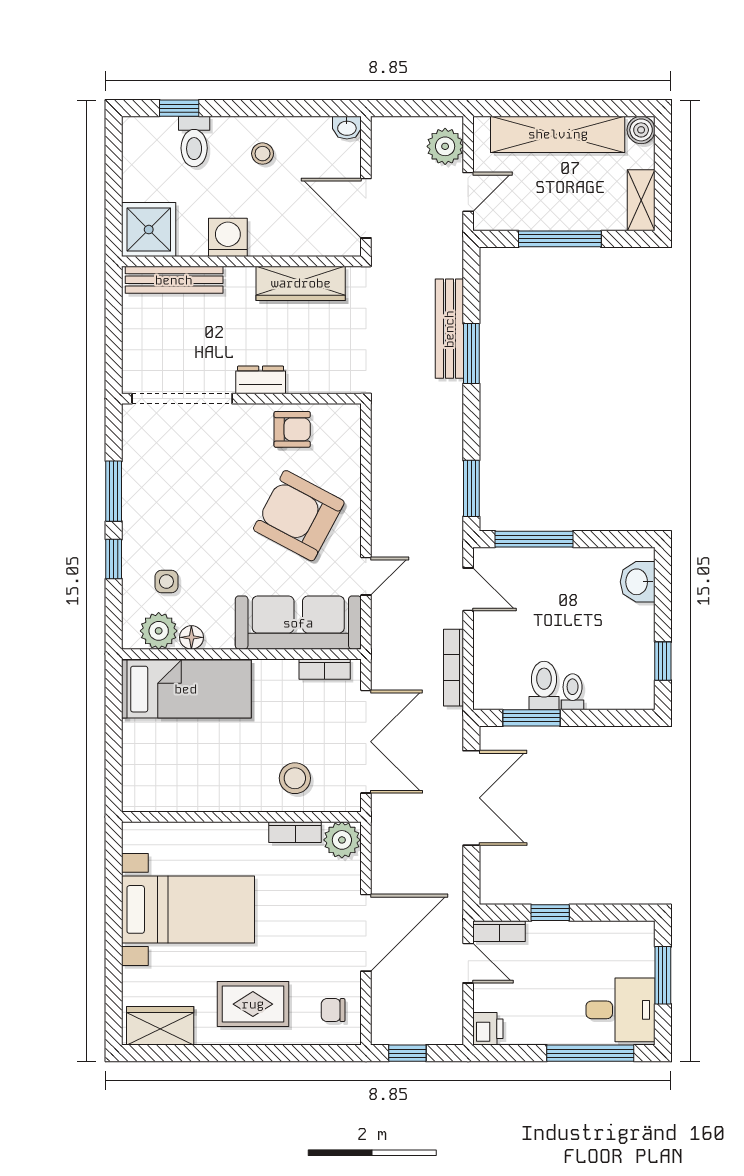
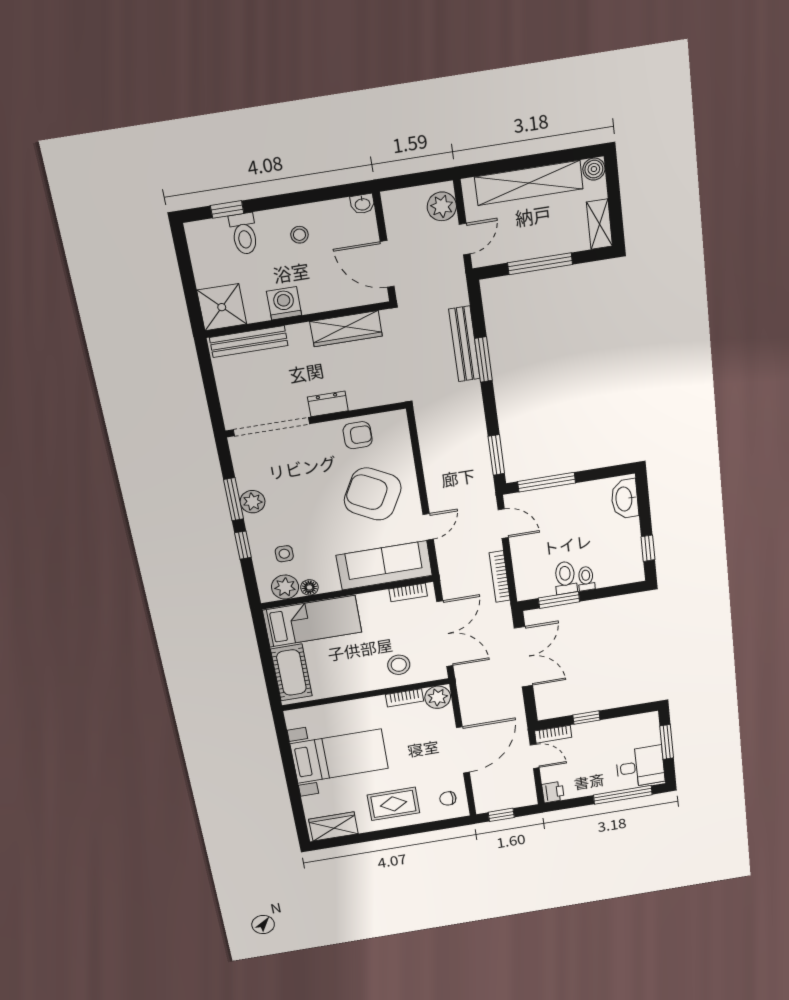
plant: (138, 499) -> (253, 502), added
washbasin: (638, 582) -> (625, 499), width x1.38
cot: (144, 763) -> (291, 672), added

